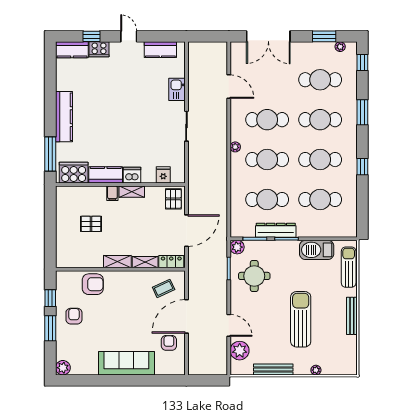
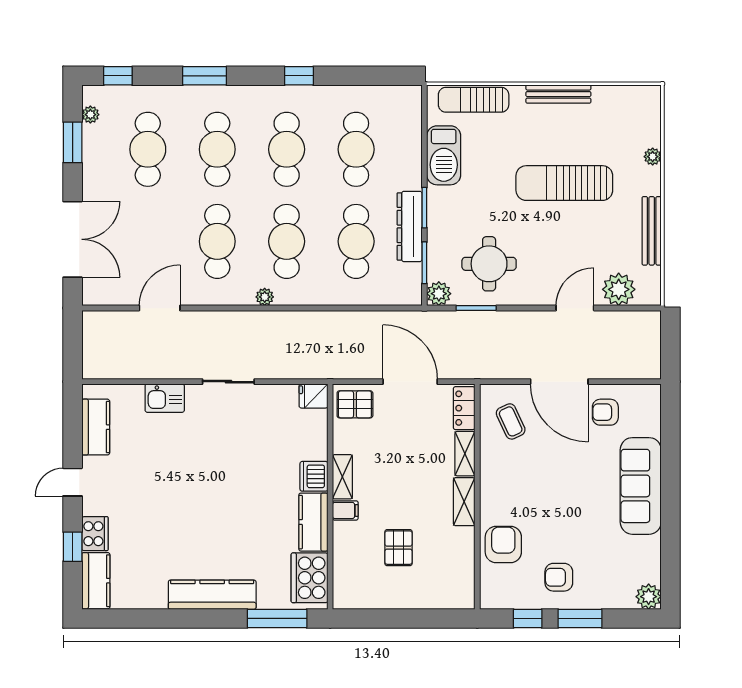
fridge: (163, 175) -> (313, 396), moved

